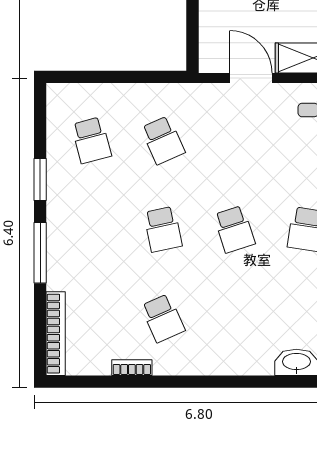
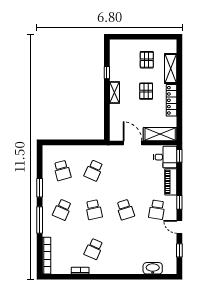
school desk: (163, 140) -> (94, 170), turned 48
school desk: (91, 229) -> (62, 210), added
school desk: (163, 318) -> (94, 249), turned 48

